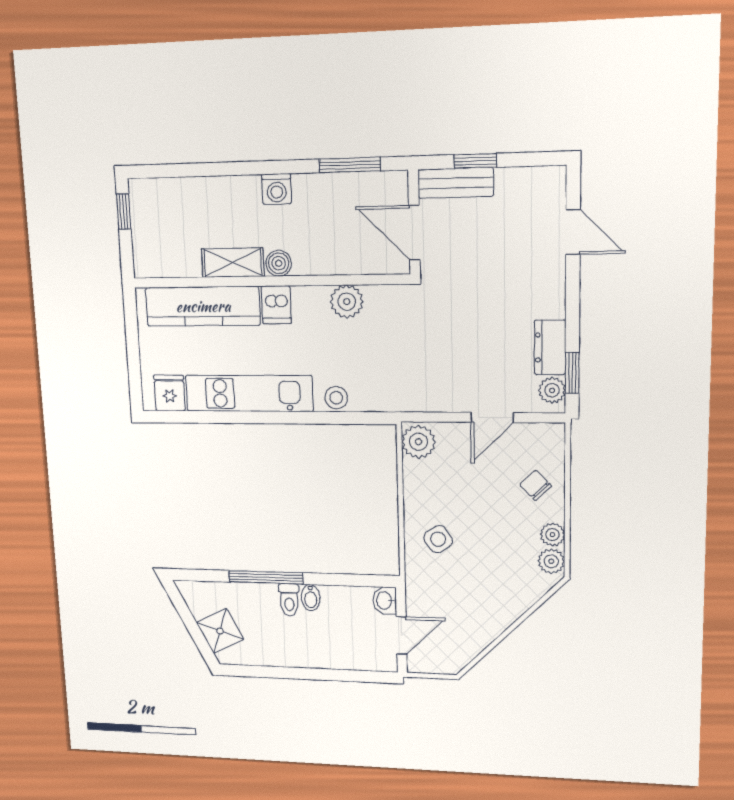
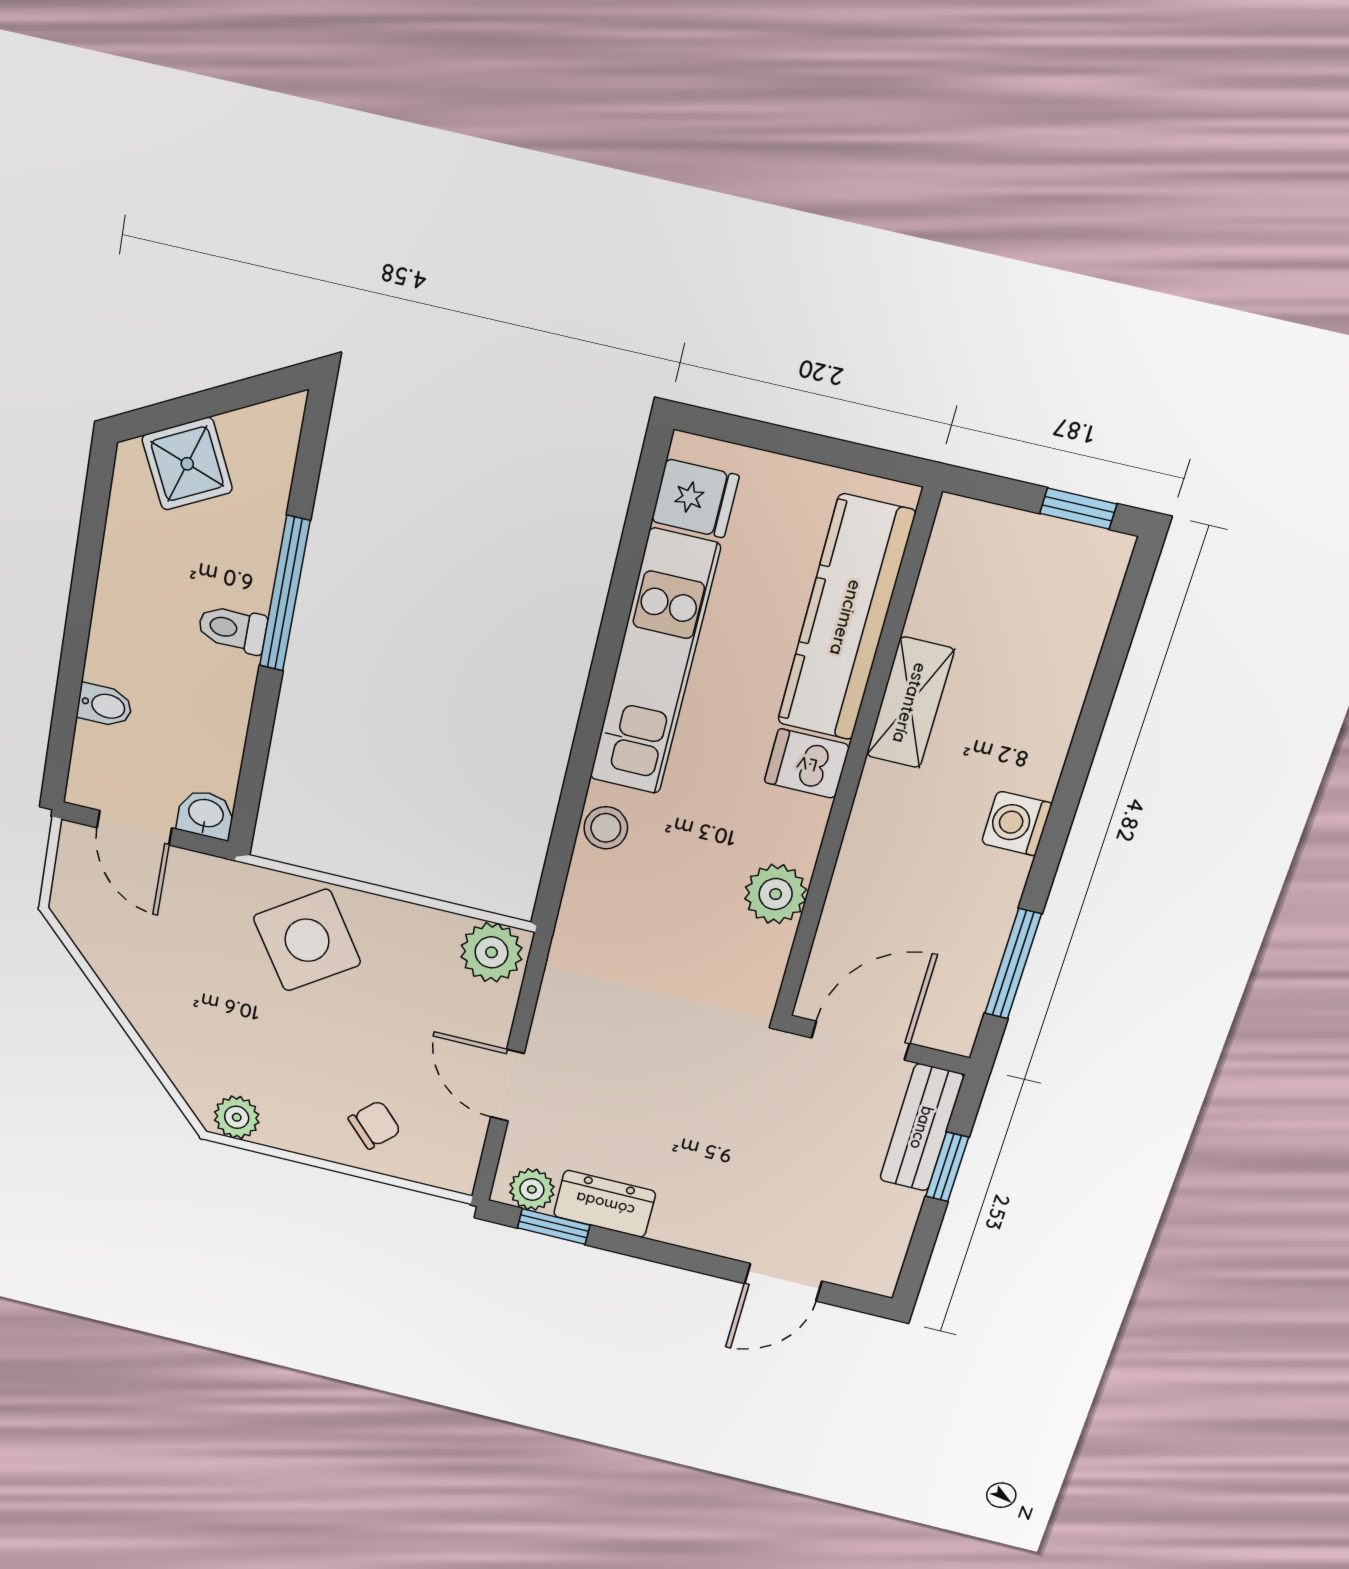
boiler: (279, 263) -> (882, 790), removed
plant: (552, 535) -> (283, 1130), removed
side table: (438, 539) -> (307, 940), width x1.87, depth x1.87
bidet: (311, 598) -> (105, 705), moved, turned 180

